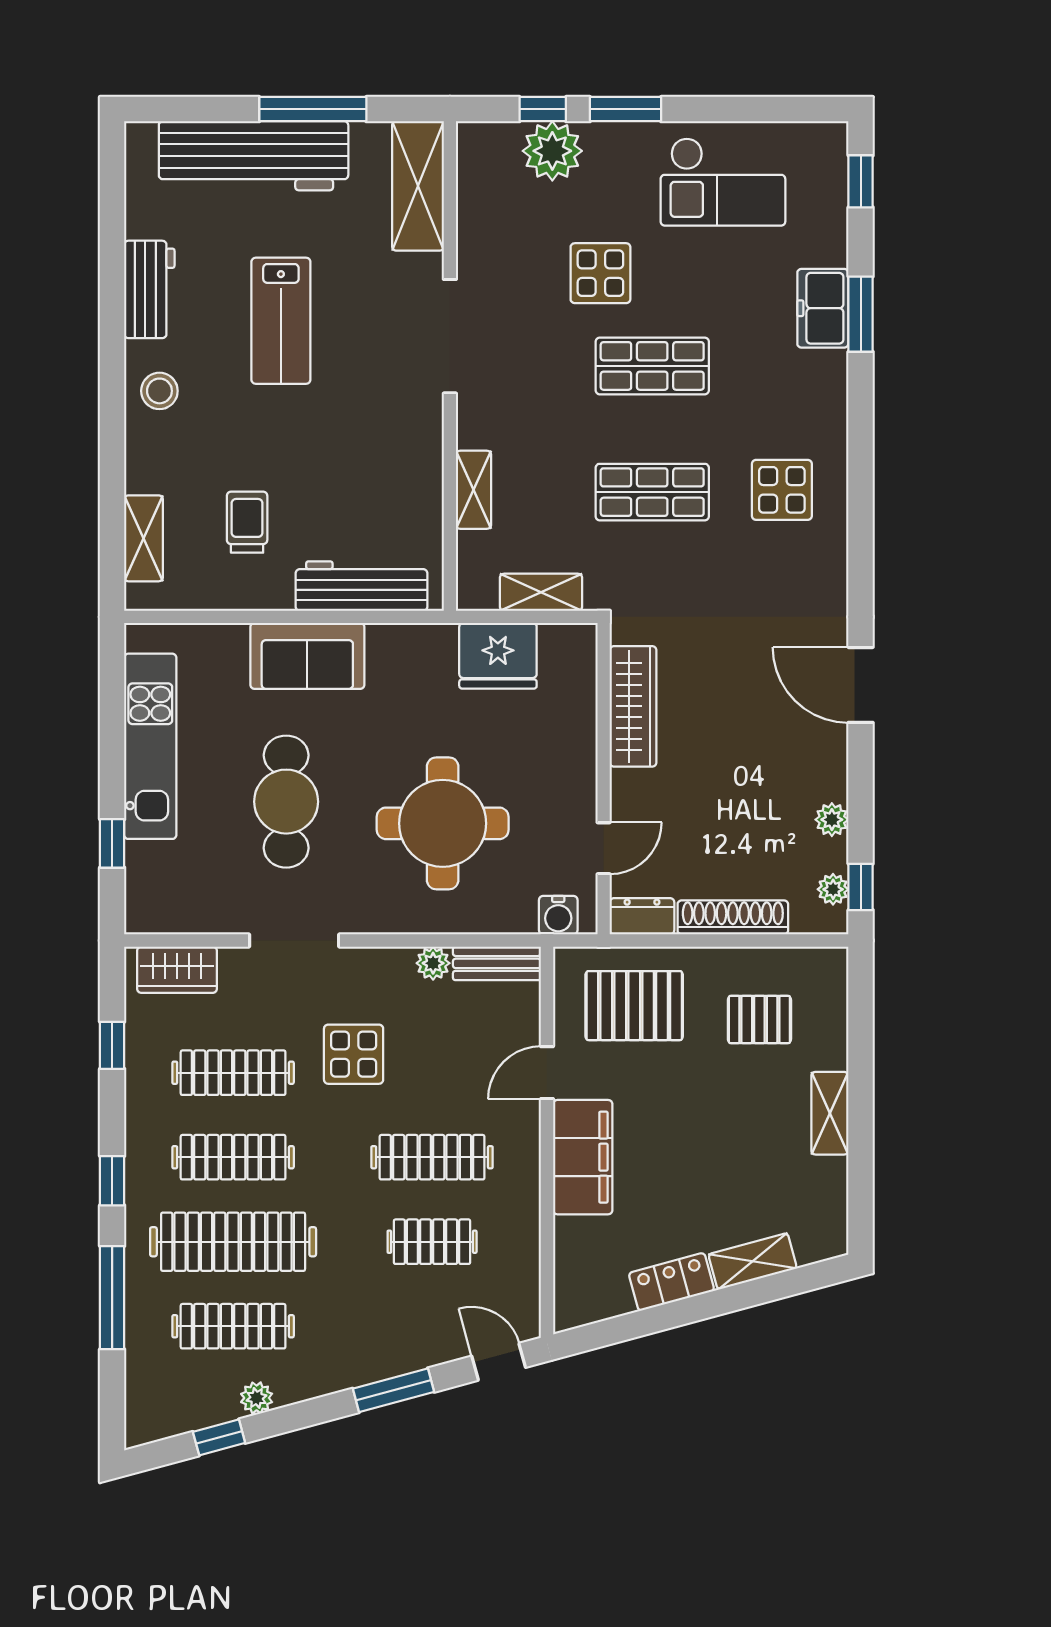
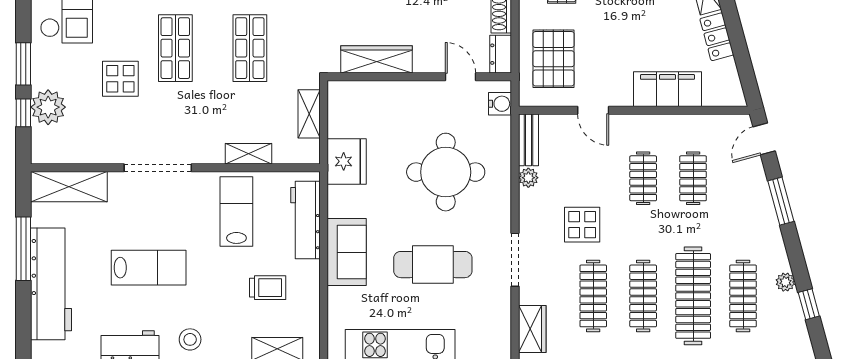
lab bench: (376, 469) -> (236, 212), added
trolley: (247, 522) -> (268, 288), turned 180
fridge: (498, 656) -> (347, 161), moved
clothes rail: (432, 1157) -> (643, 178), width x0.73
filing cabinet: (583, 1157) -> (667, 89), moved

